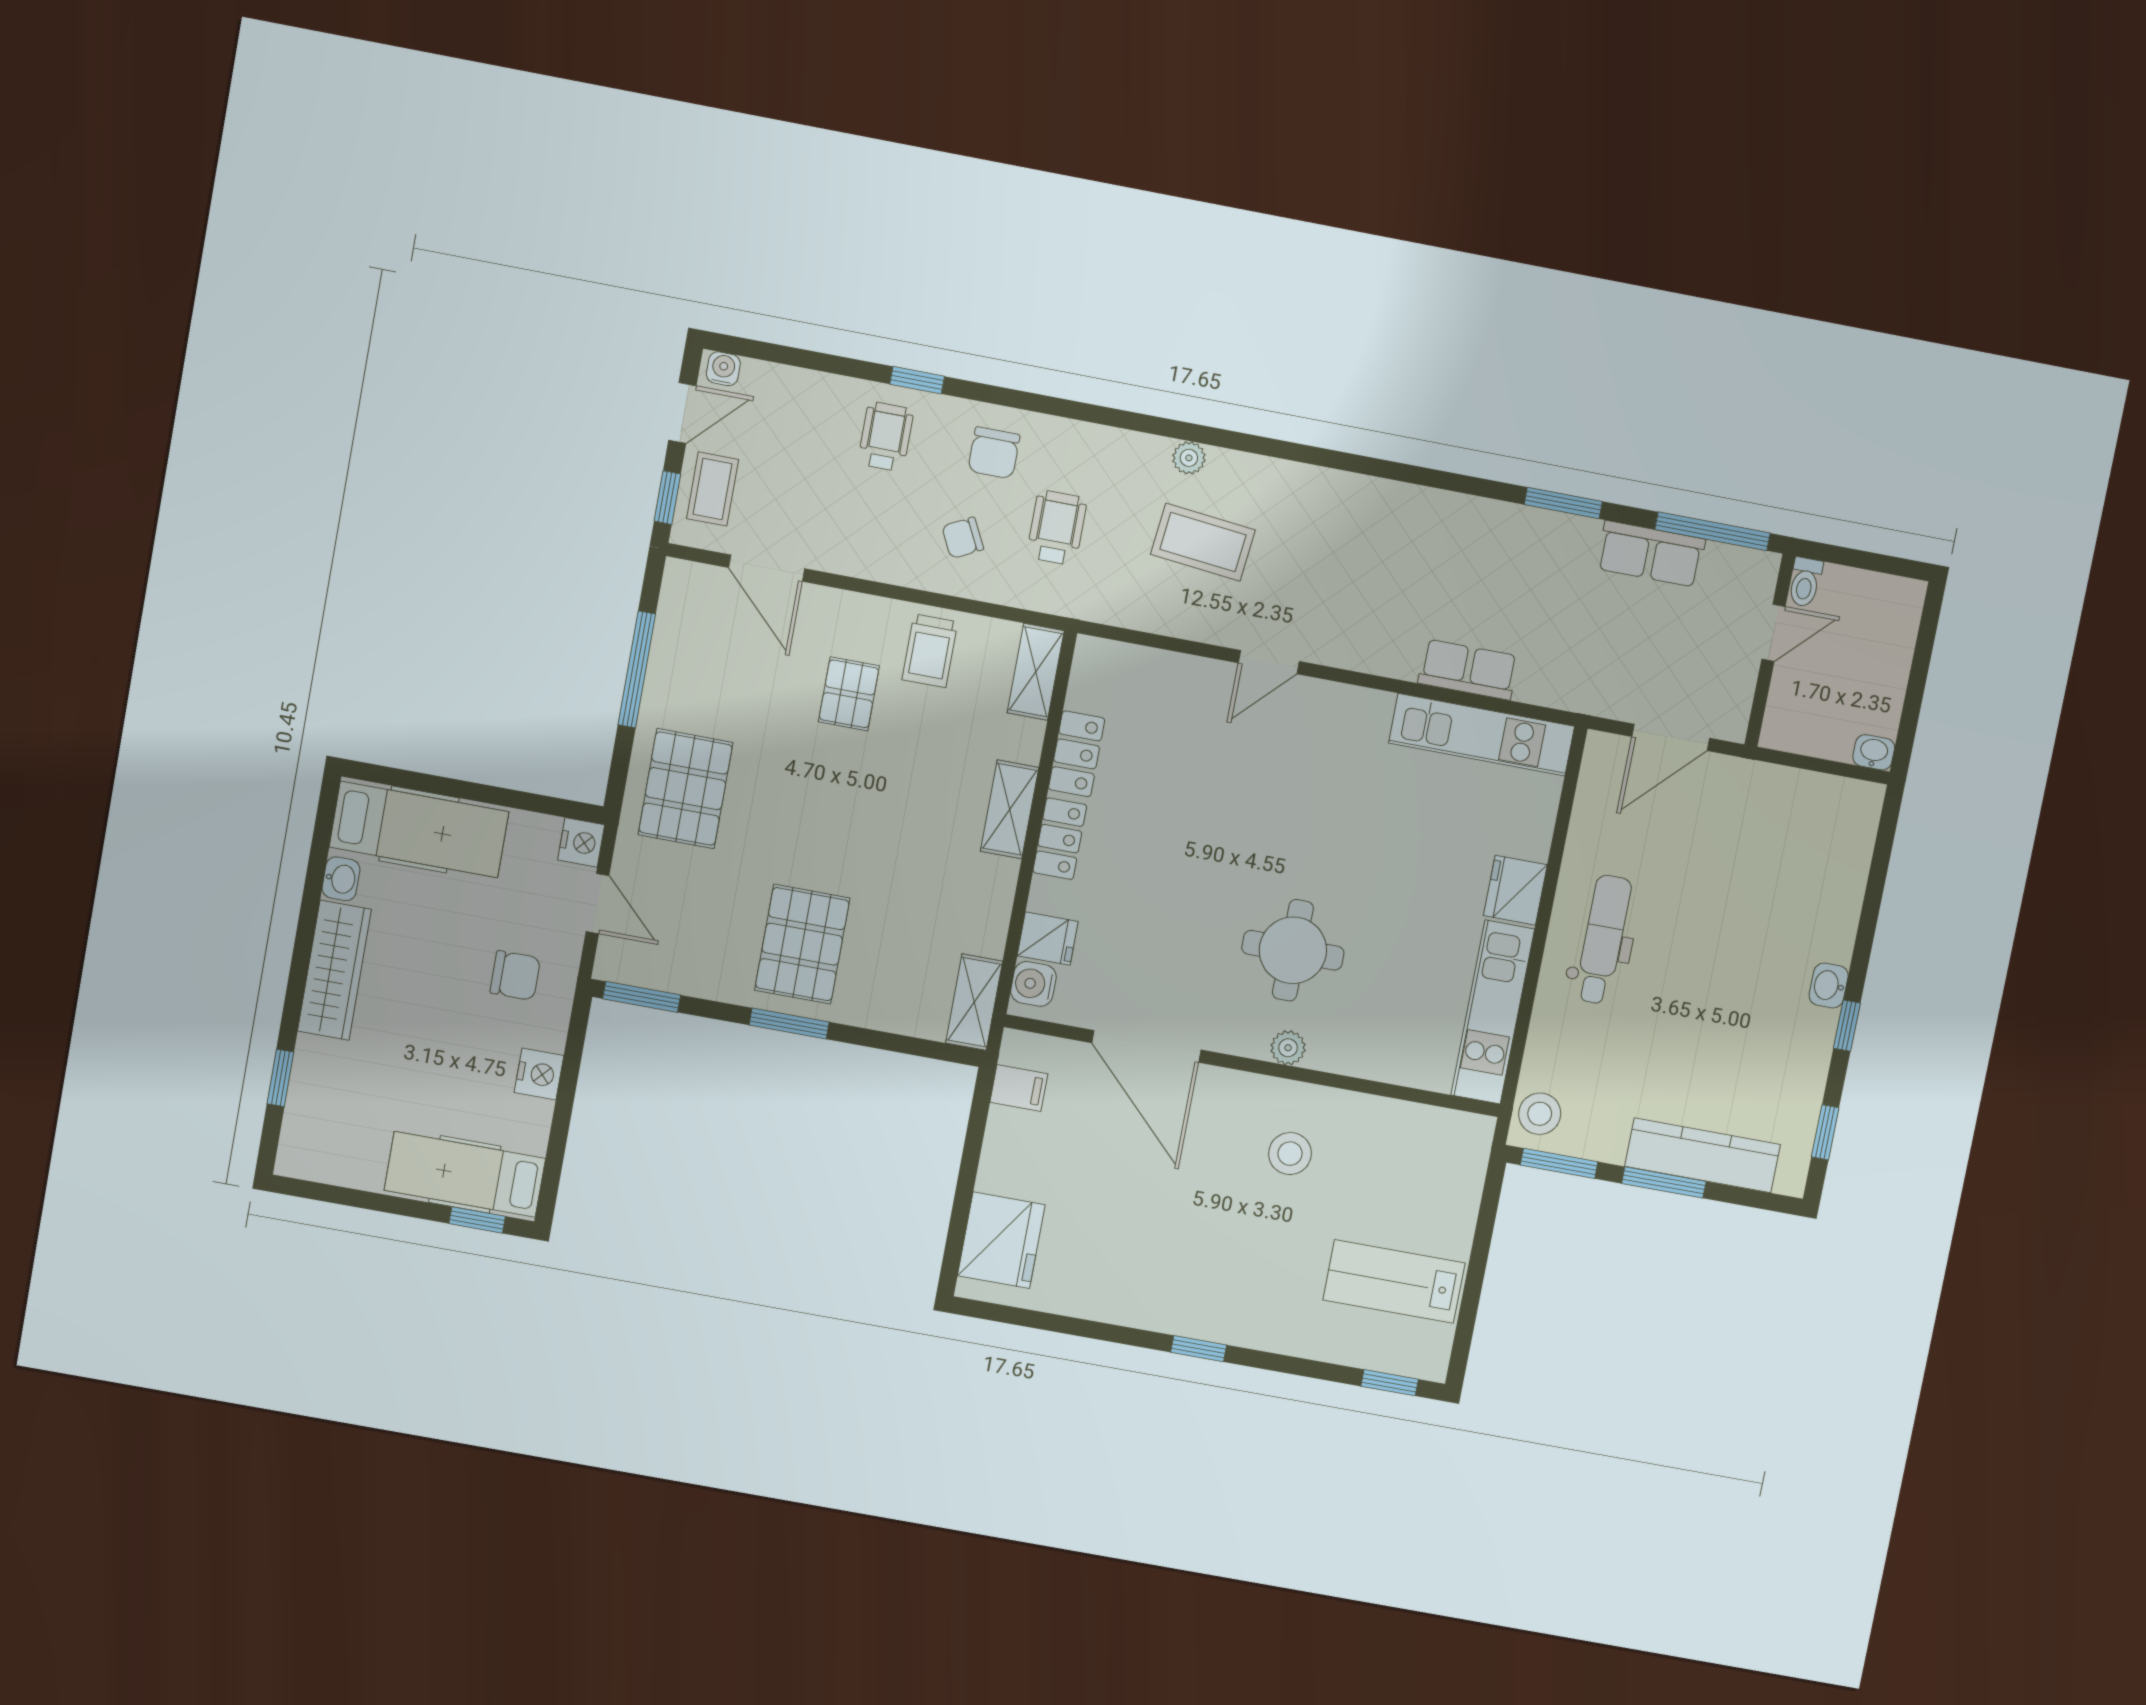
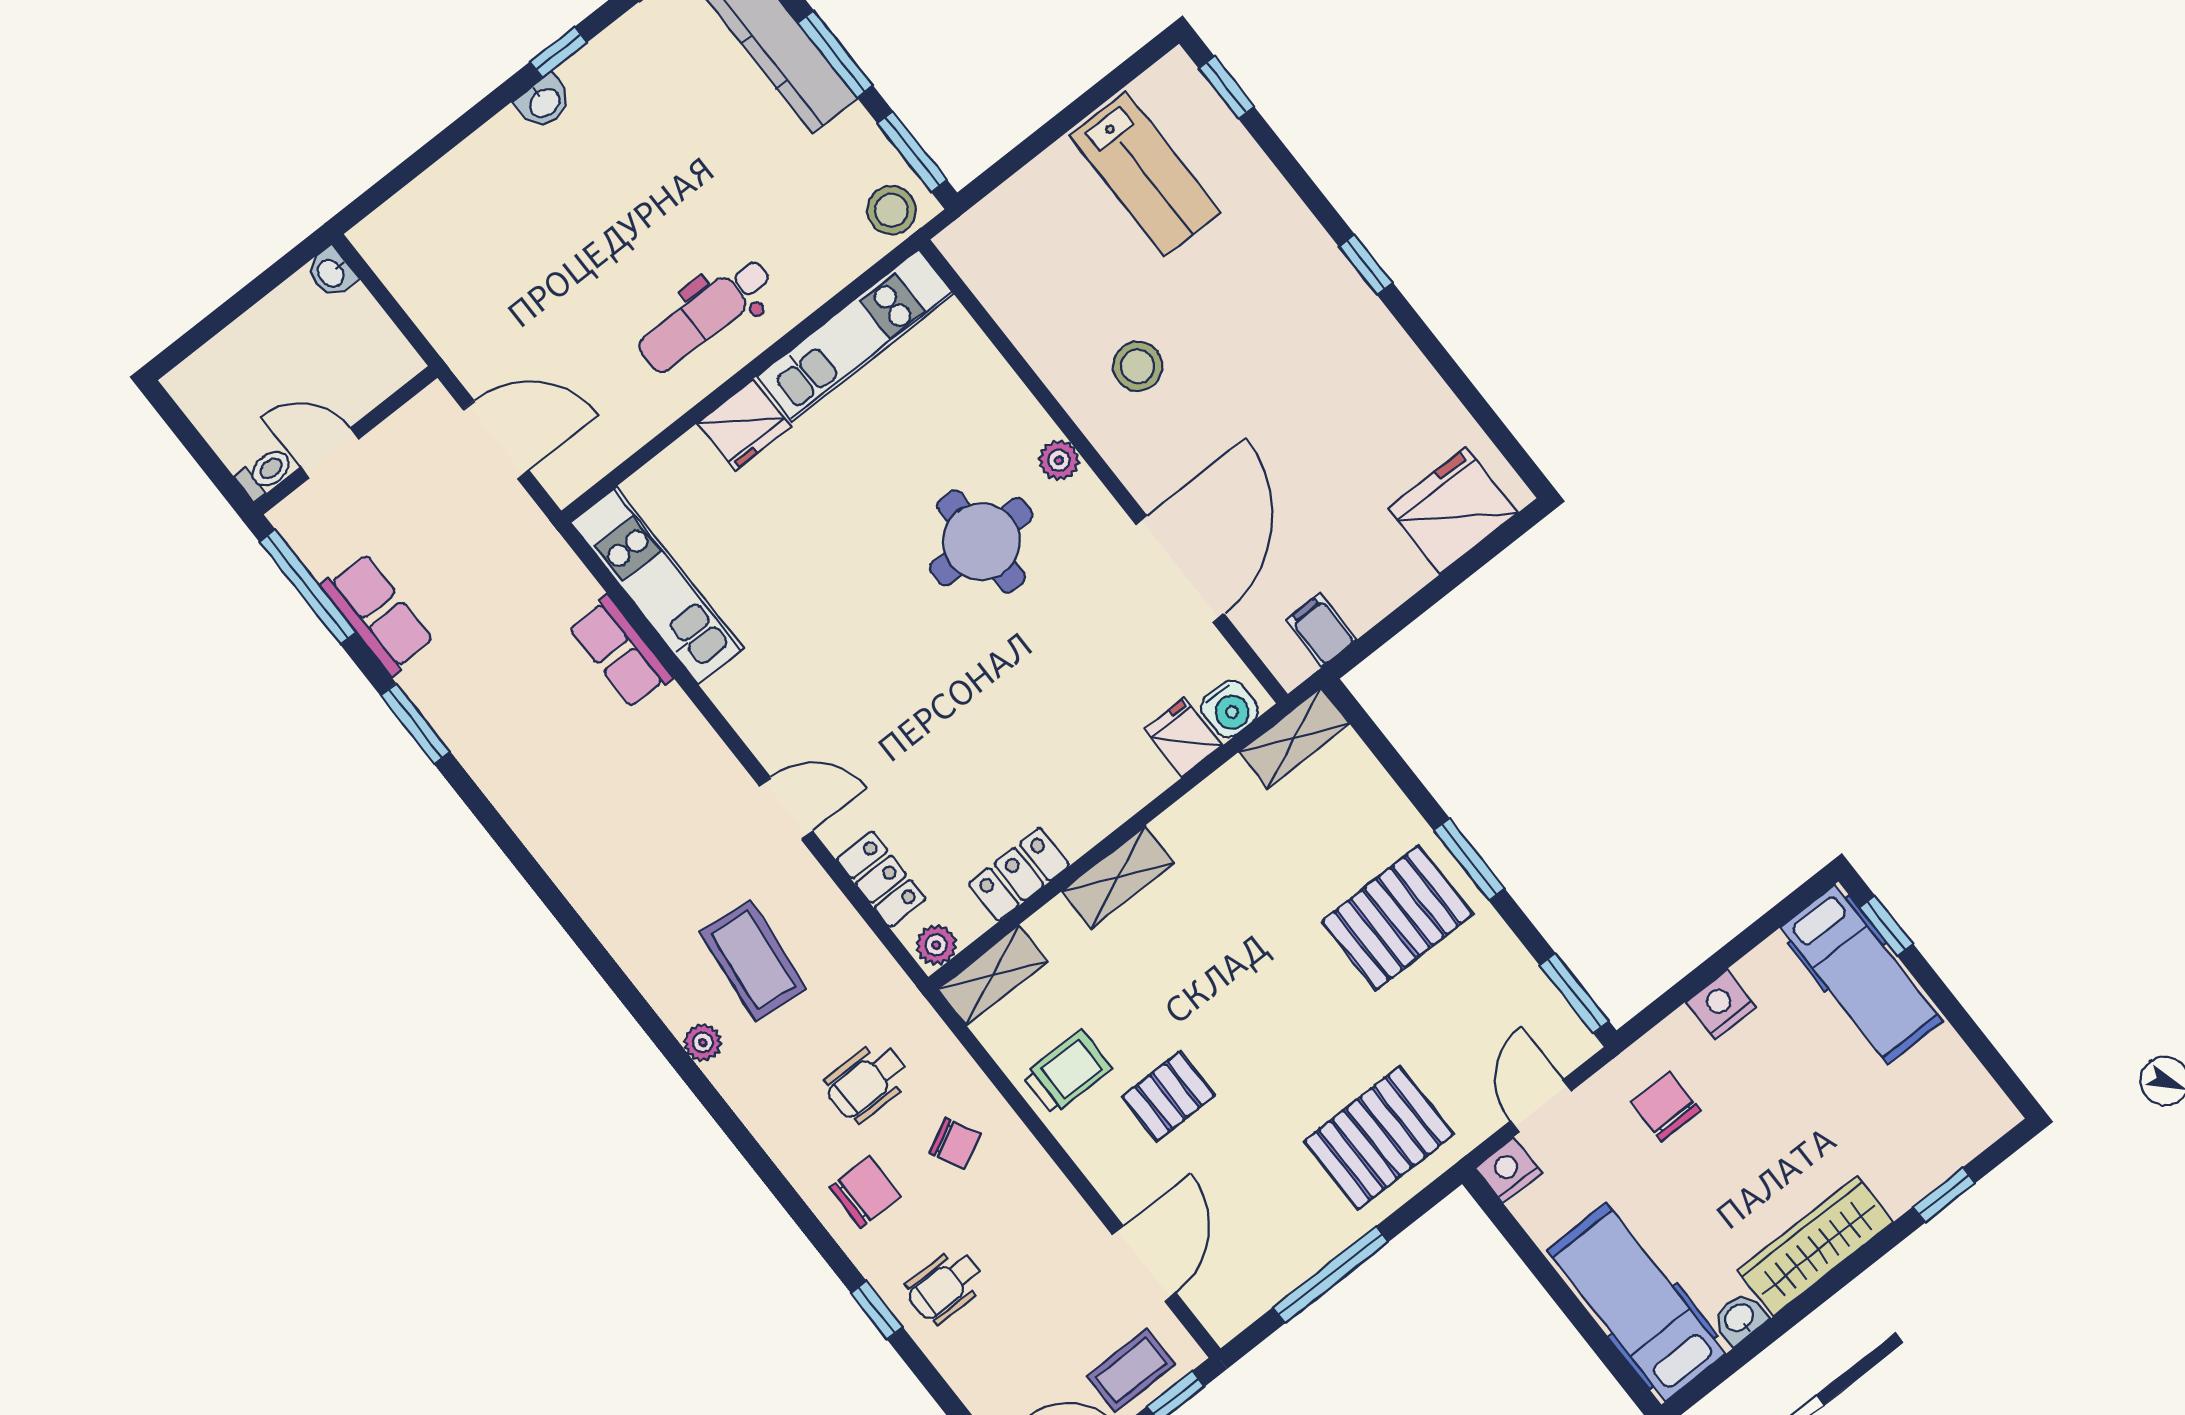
plant: (1090, 659) -> (936, 945), added
locker: (1060, 839) -> (881, 879), moved, turned 90

